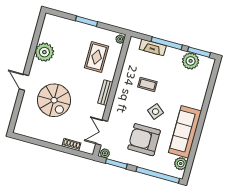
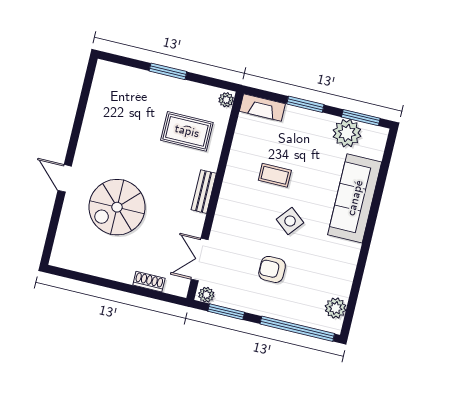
window: (167, 43) -> (305, 104), width x0.69
fireplace: (153, 47) -> (262, 107), moved
plant: (44, 52) -> (98, 126), removed
rug: (97, 57) -> (187, 131), turned 90
spiral stairs: (54, 100) -> (117, 207), turned 90
sofa: (185, 132) -> (355, 198), moved
armchair: (144, 140) -> (272, 269), width x0.53, depth x0.53

